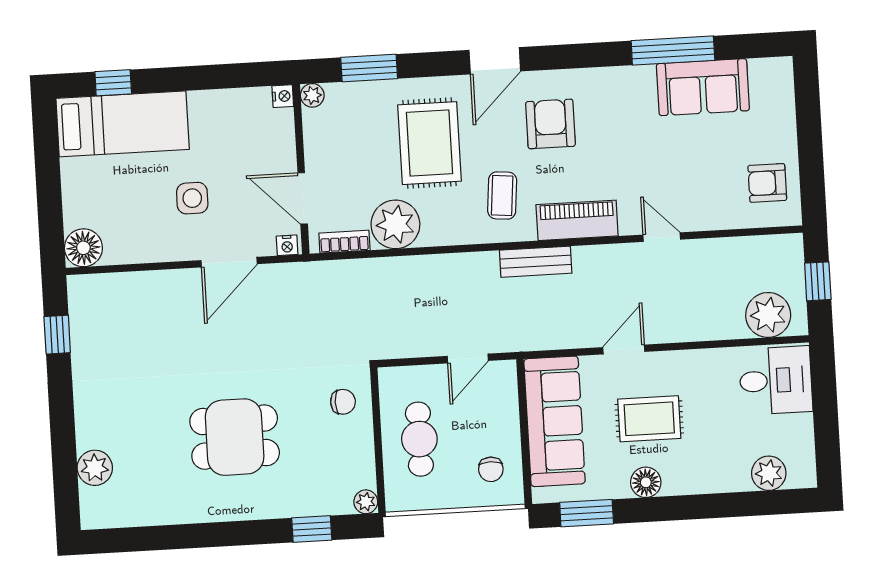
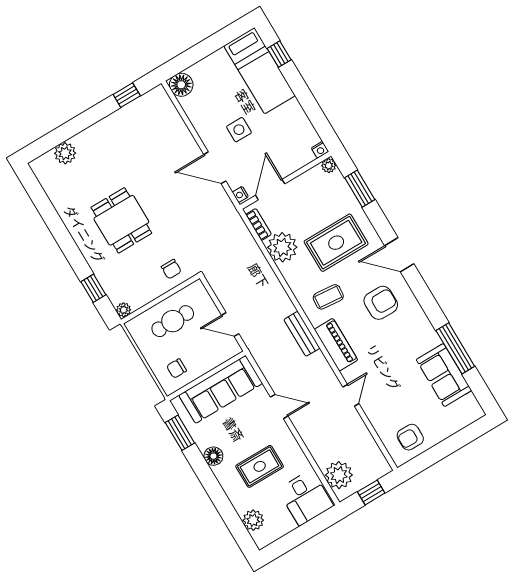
armchair: (767, 183) -> (410, 437), turned -90
rug: (649, 419) -> (260, 466), moved, turned 90

